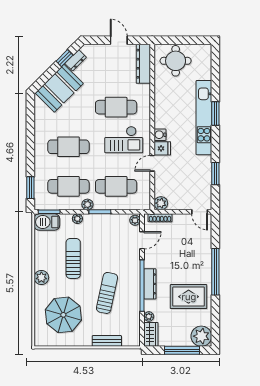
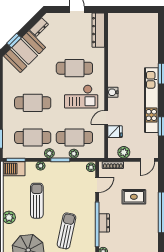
window: (64, 58) -> (14, 40), moved
round table: (176, 61) -> (127, 28), removed
kitchen unit: (204, 118) -> (151, 100), moved
fridge: (162, 148) -> (115, 132), moved
plant: (161, 203) -> (124, 152), moved
plant: (115, 205) -> (74, 154), added
door: (200, 212) -> (148, 160), hinge flipped
dresser: (150, 284) -> (104, 223), width x0.70
rug: (189, 297) -> (134, 197), moved, width x0.73, depth x0.70

